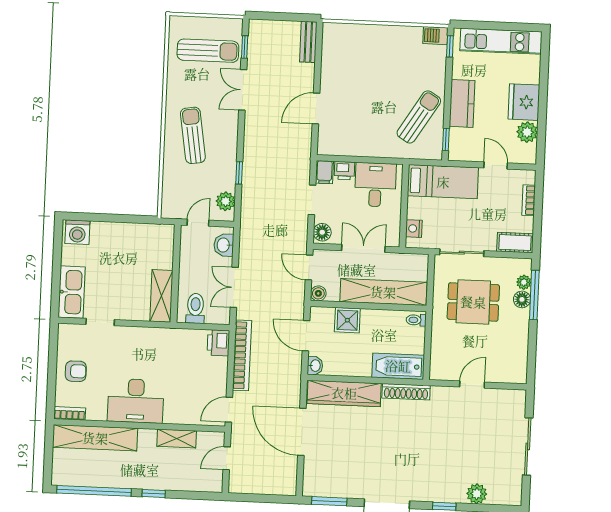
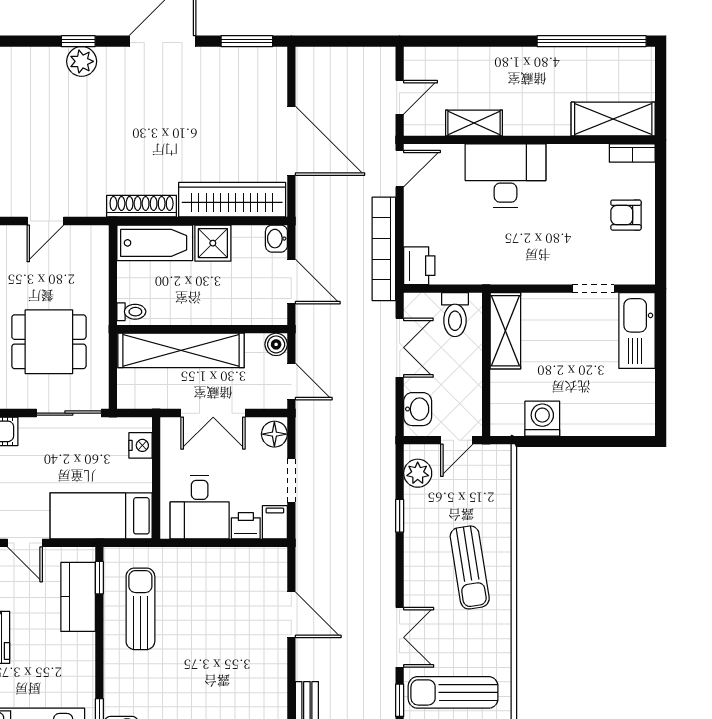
kitchen counter: (462, 103) -> (78, 597), moved
door: (316, 108) -> (291, 615), hinge flipped
sun lounger: (419, 117) -> (140, 609), turned 148
washing machine: (77, 232) -> (542, 419), moved
shower: (347, 320) -> (213, 243), moved
desk: (136, 401) -> (505, 176), moved
shelving: (95, 438) -> (613, 119), width x0.68
window: (154, 494) -> (504, 41), removed
plant: (477, 494) -> (82, 61), moved

